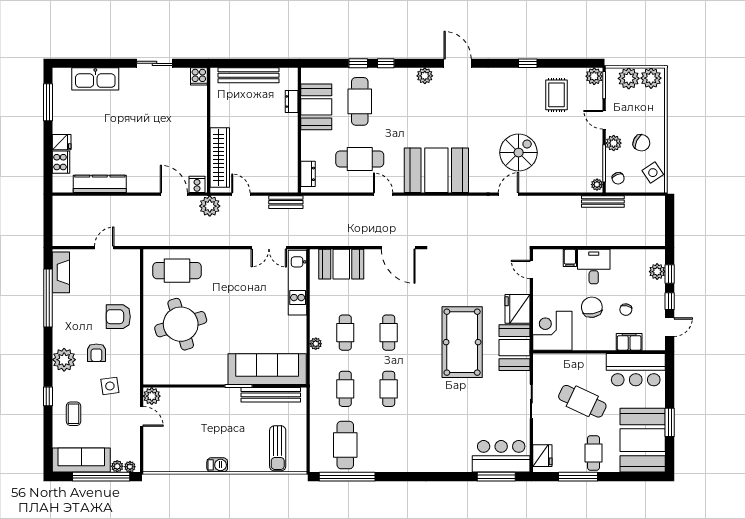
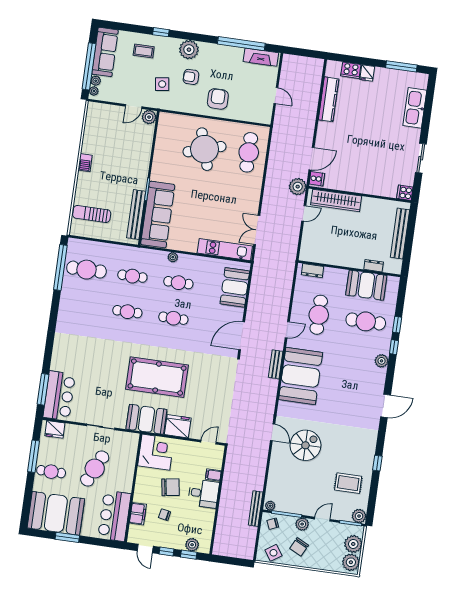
plant: (425, 76) -> (382, 361), moved
spiral stairs: (519, 153) -> (305, 445), turned -90
bench: (286, 202) -> (276, 364), moved

